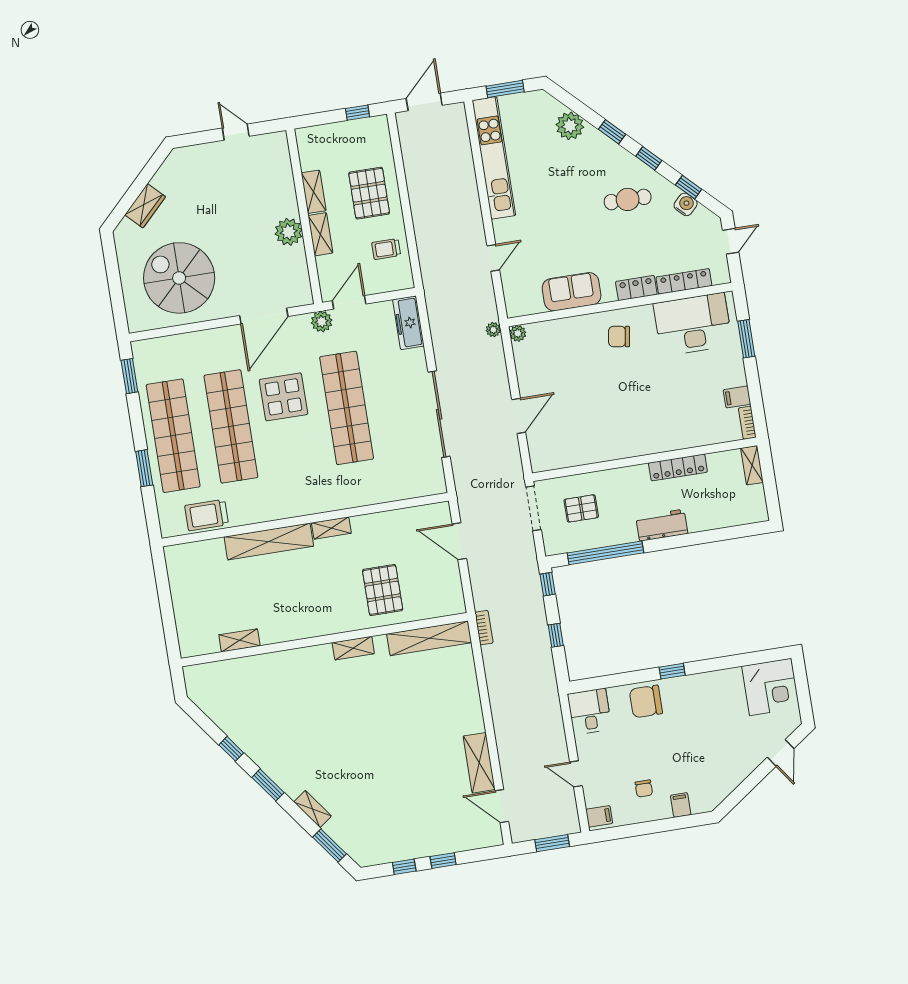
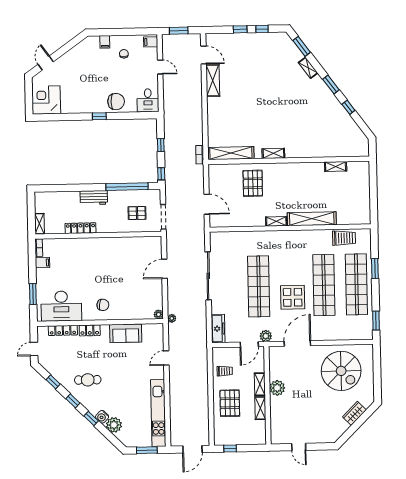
water cooler: (686, 204) -> (102, 417), moved

